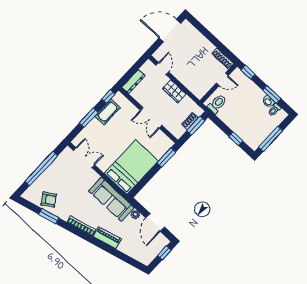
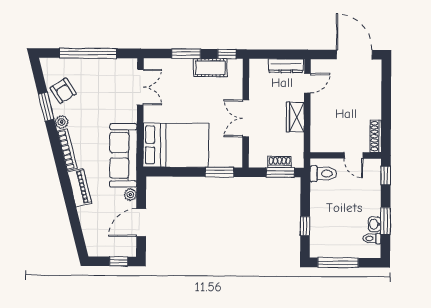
dresser: (134, 82) -> (286, 66), moved
plant: (64, 215) -> (62, 122), added

